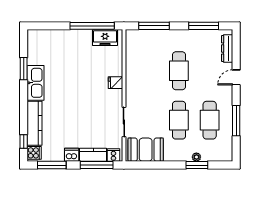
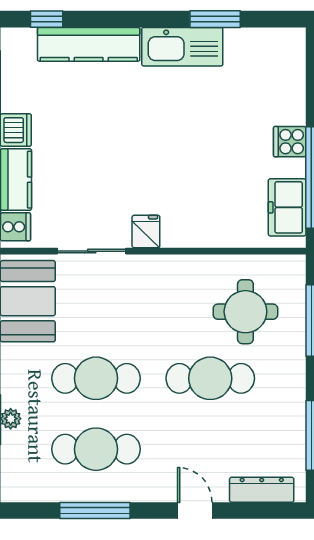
round table: (150, 56) -> (245, 312), added
fridge: (115, 83) -> (146, 231), moved
cooker: (34, 153) -> (290, 142), moved, turned 90

